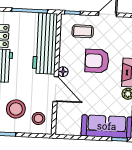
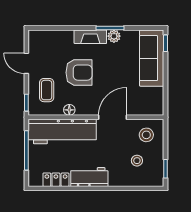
armchair: (97, 61) -> (79, 73), turned -90
floor lamp: (63, 72) -> (69, 110), moved
stool: (16, 109) -> (137, 161), width x0.53, depth x0.53

